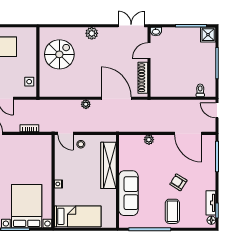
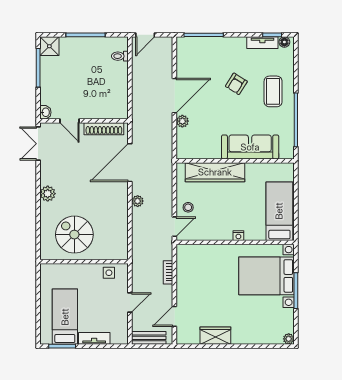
door: (188, 133) -> (174, 96), moved
coffee table: (172, 211) -> (273, 91), turned 90

